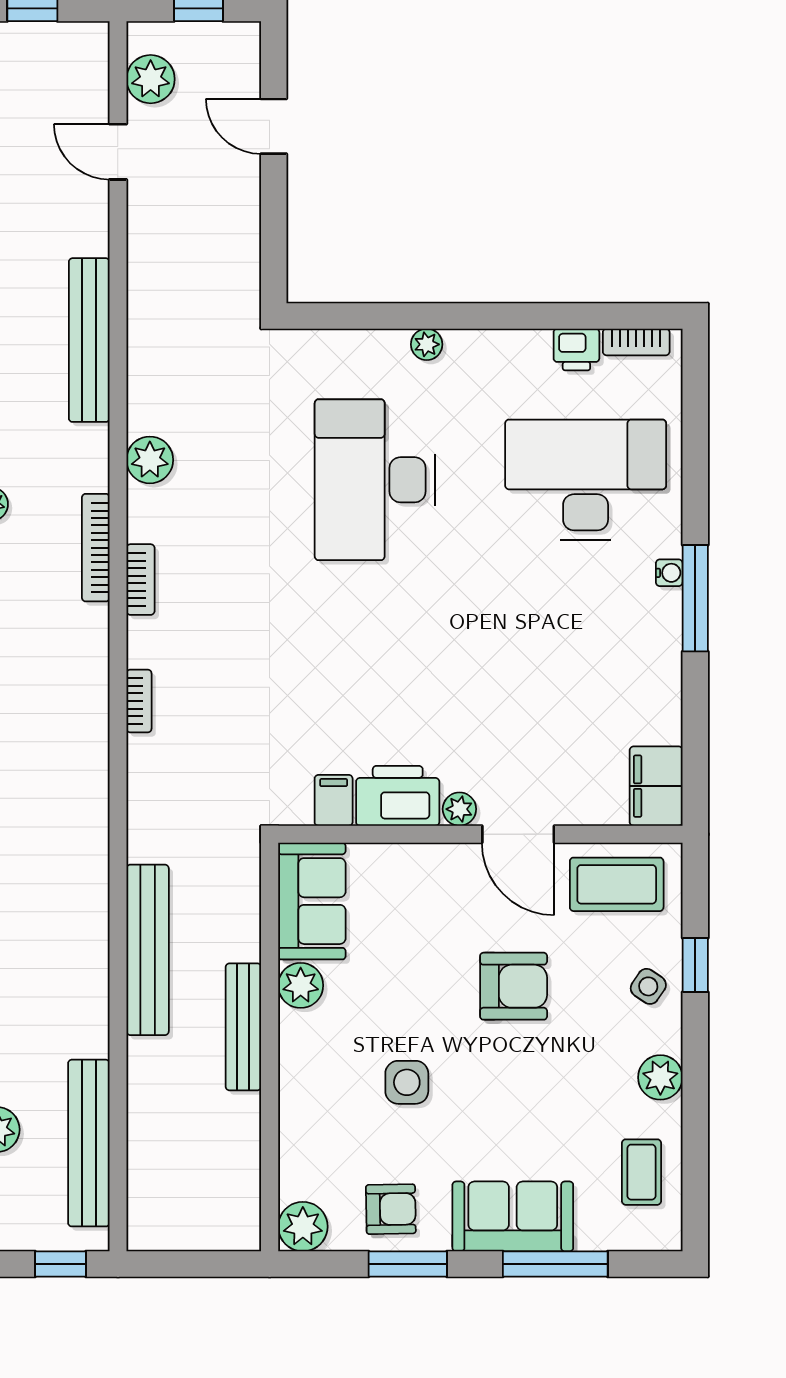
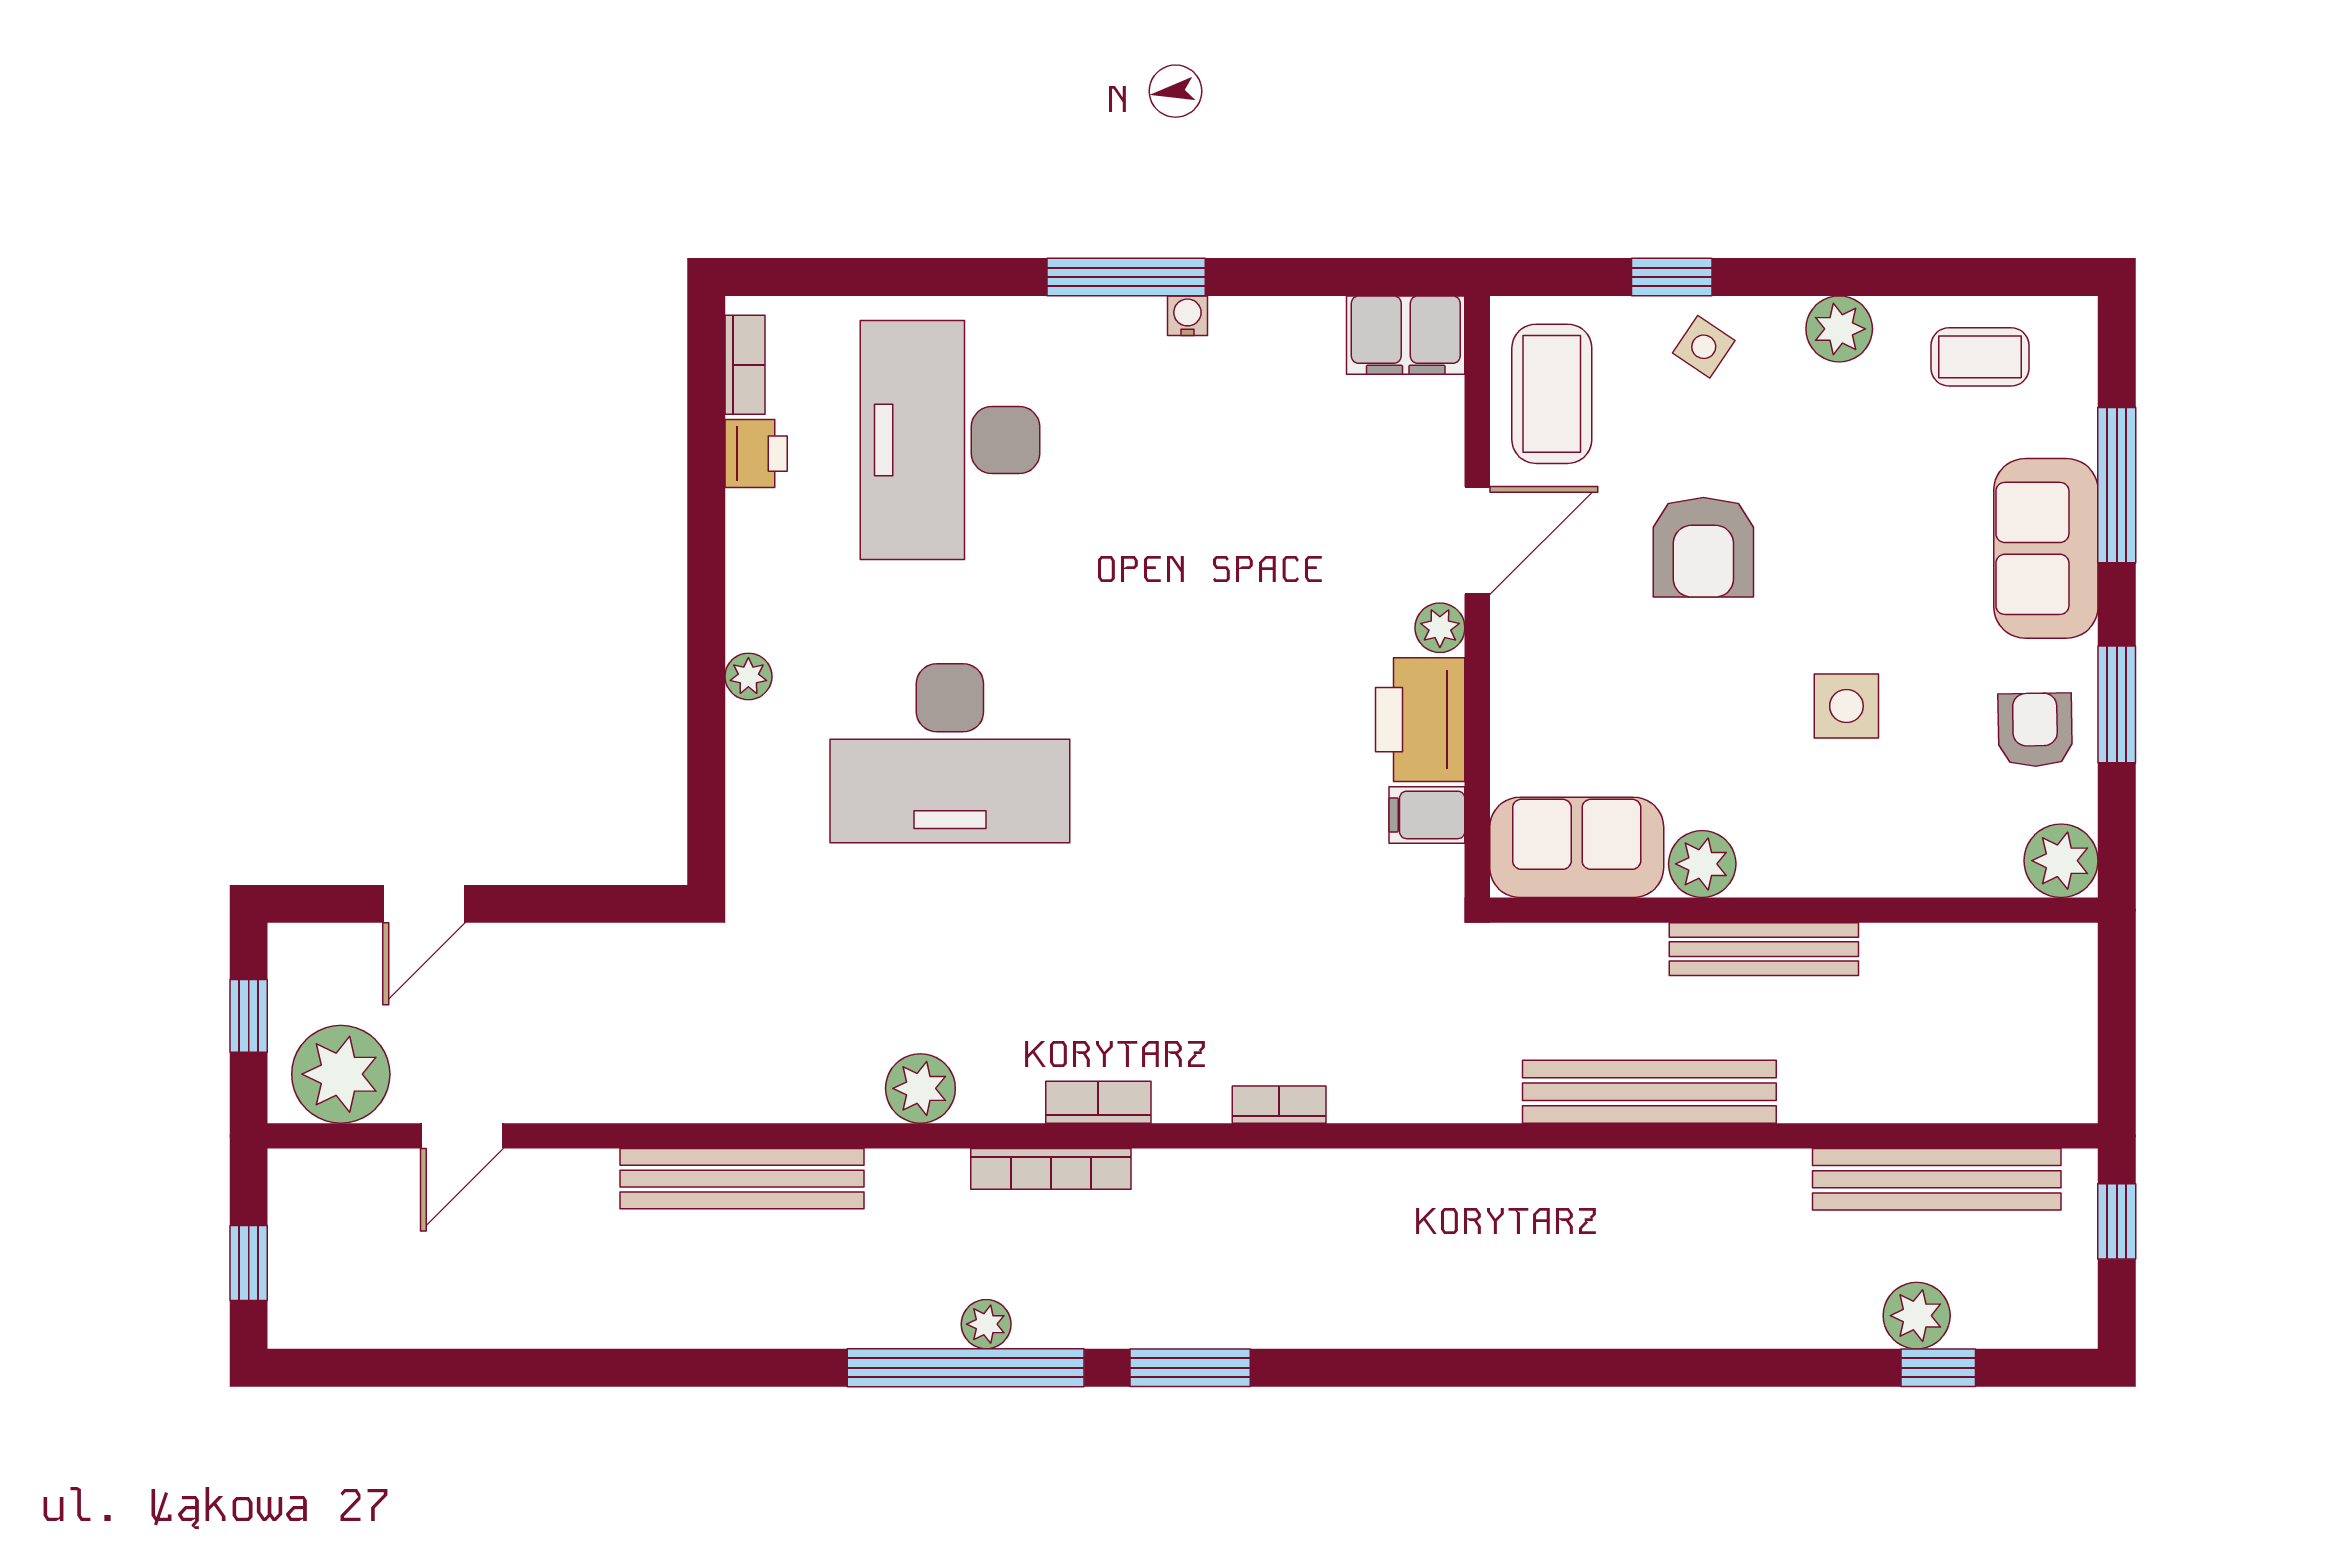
plant: (151, 79) -> (341, 1074), width x1.36, depth x1.36
water cooler: (669, 573) -> (1187, 316), moved
armchair: (514, 986) -> (1703, 547), turned 180

